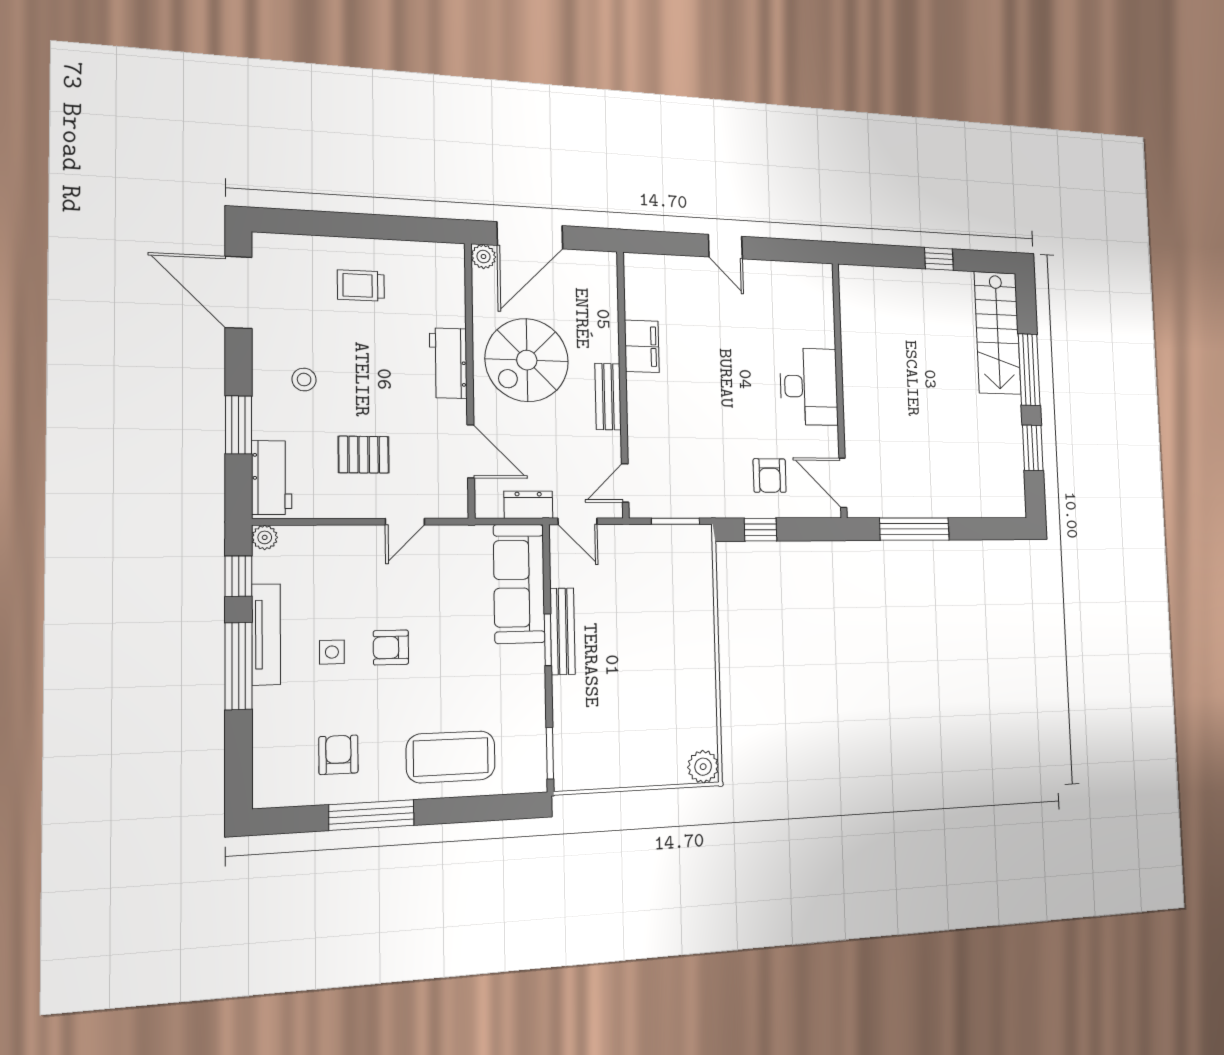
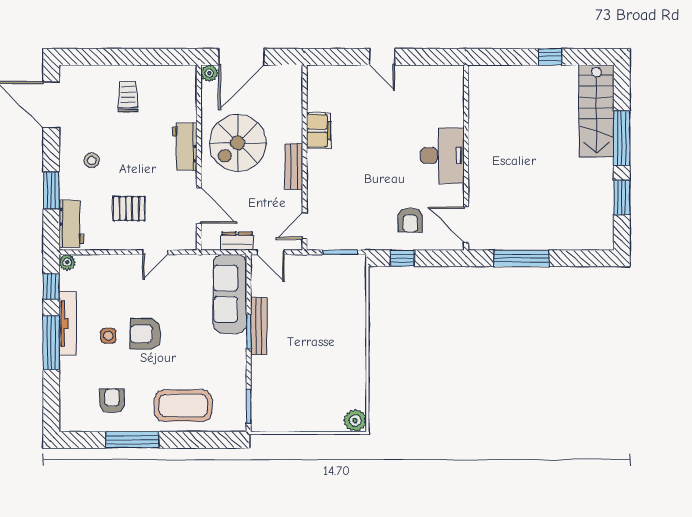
trolley: (361, 286) -> (128, 97), turned 90
armchair: (391, 648) -> (145, 334), width x1.38, depth x1.38

